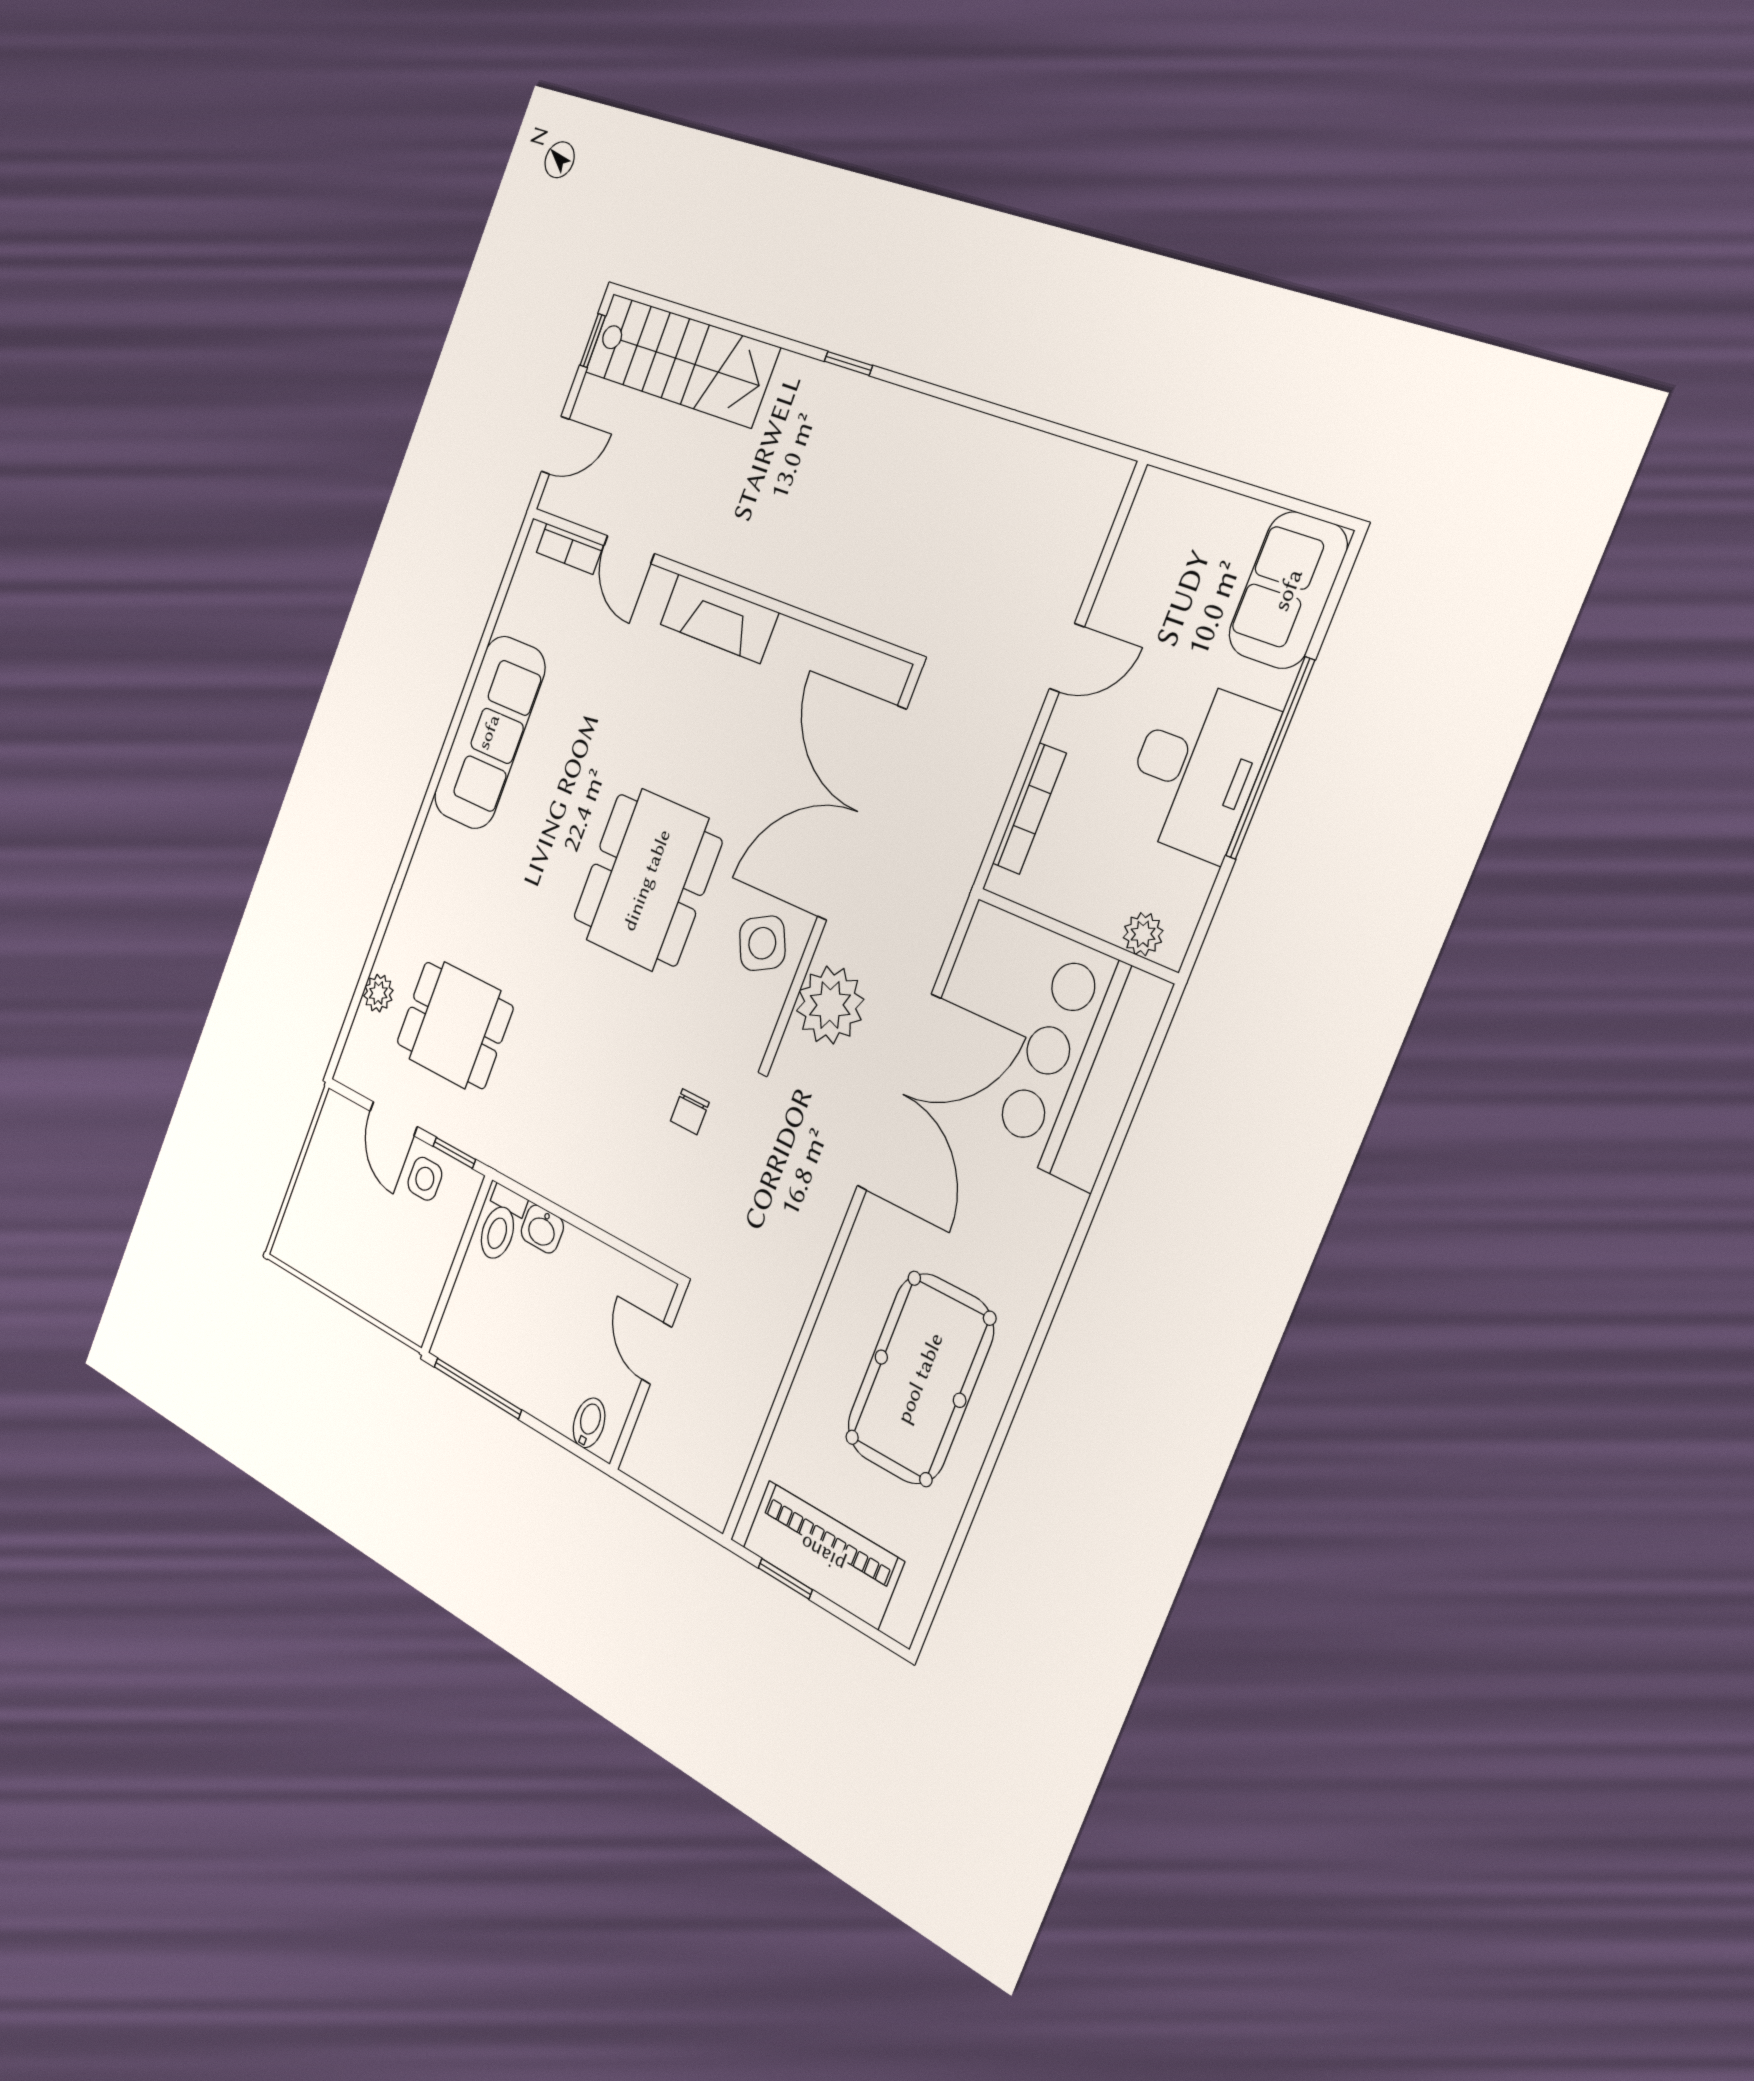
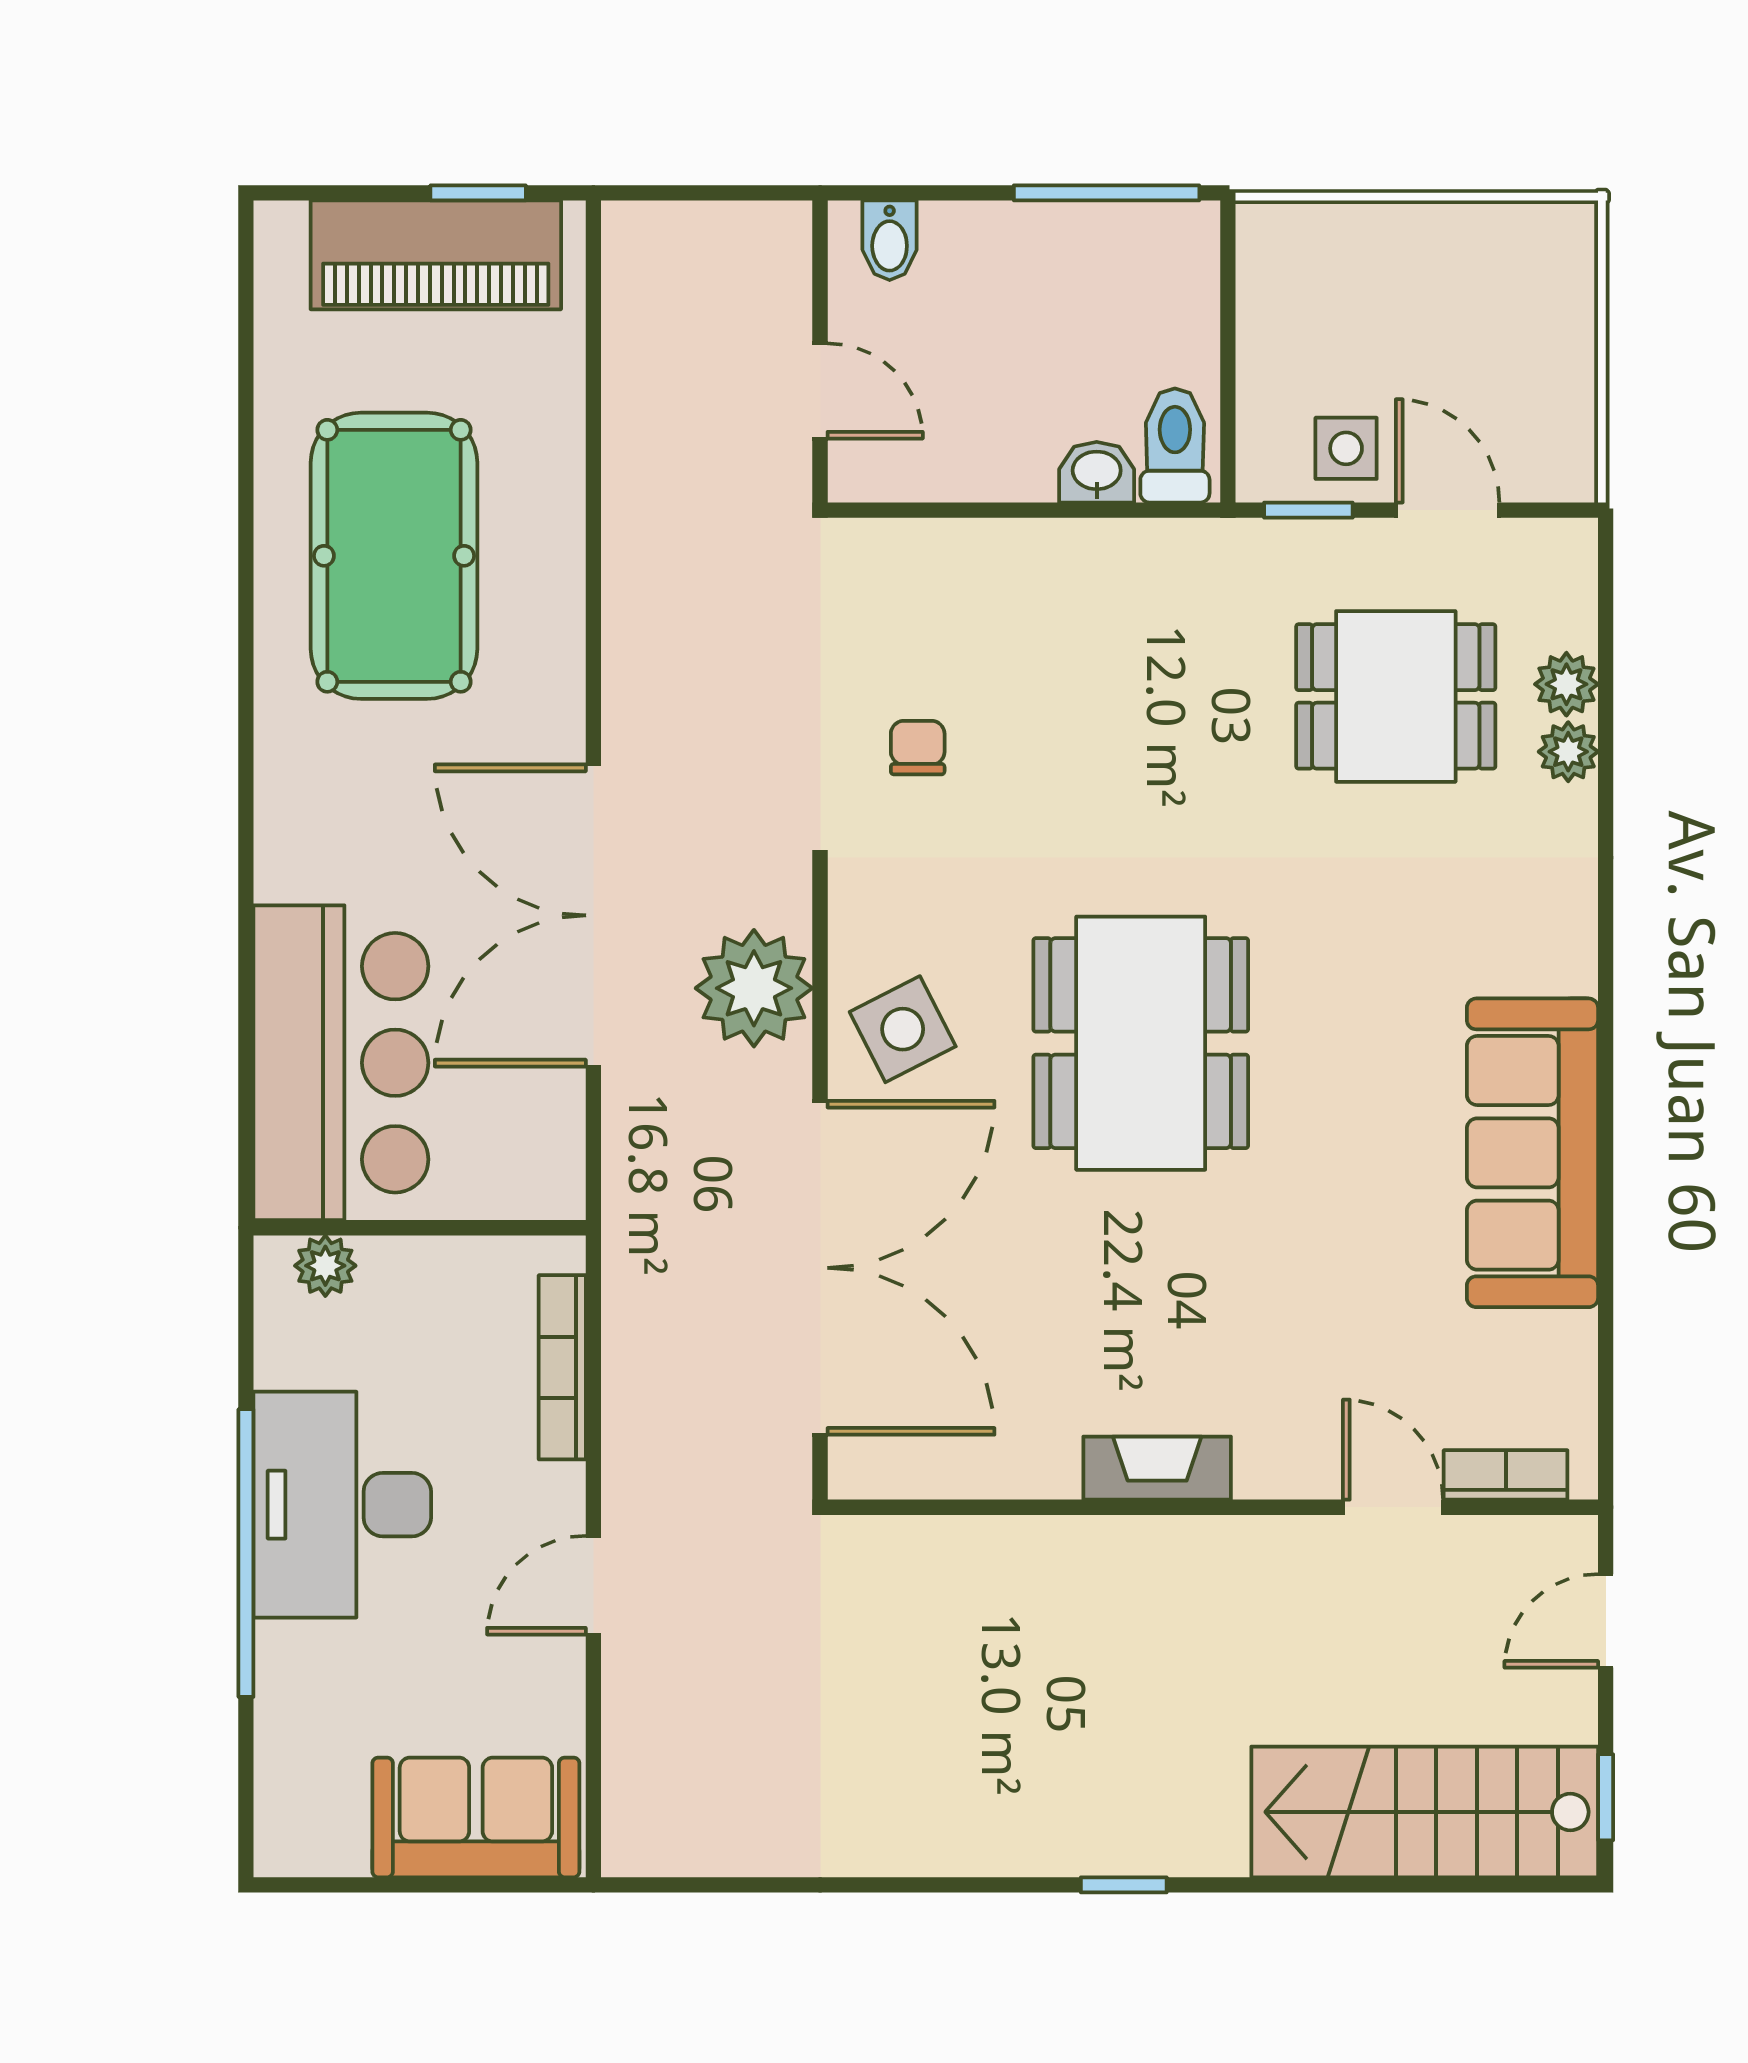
sofa: (1288, 590) -> (476, 1817), moved, turned -90
fireplace: (719, 618) -> (1157, 1468), width x0.73, depth x0.76
plant: (391, 955) -> (1568, 752), added

